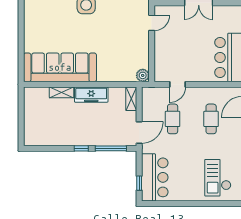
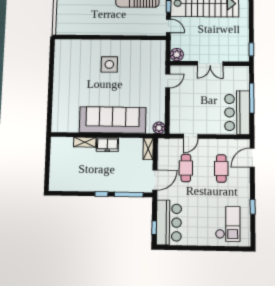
sofa: (60, 67) -> (113, 120), moved
freezer: (91, 95) -> (107, 144), width x0.71
checkout: (218, 178) -> (228, 224), turned 180

